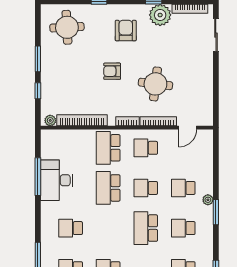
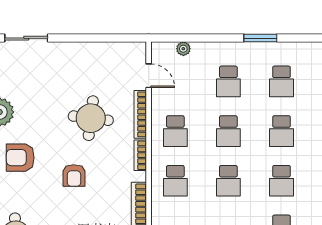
school desk: (108, 148) -> (175, 181), width x0.54
school desk: (108, 188) -> (228, 181), width x0.54
plant: (208, 200) -> (183, 49), moved
school desk: (108, 228) -> (282, 181), added
school desk: (146, 228) -> (282, 131), width x0.54

